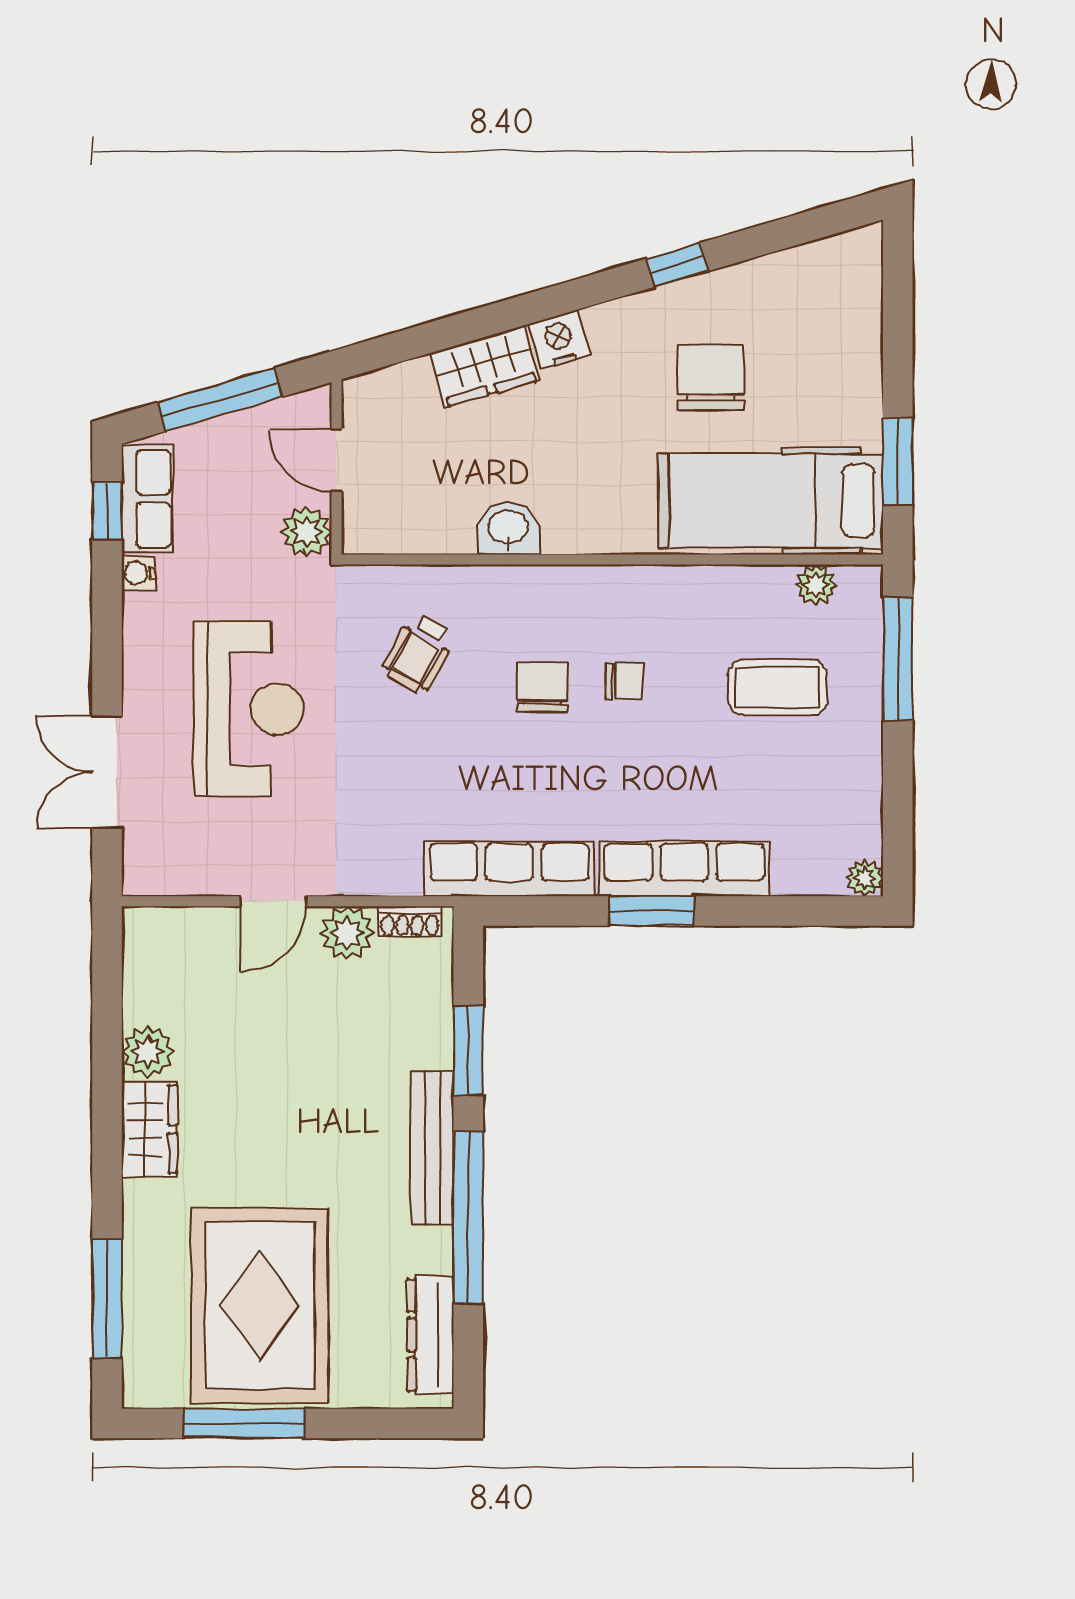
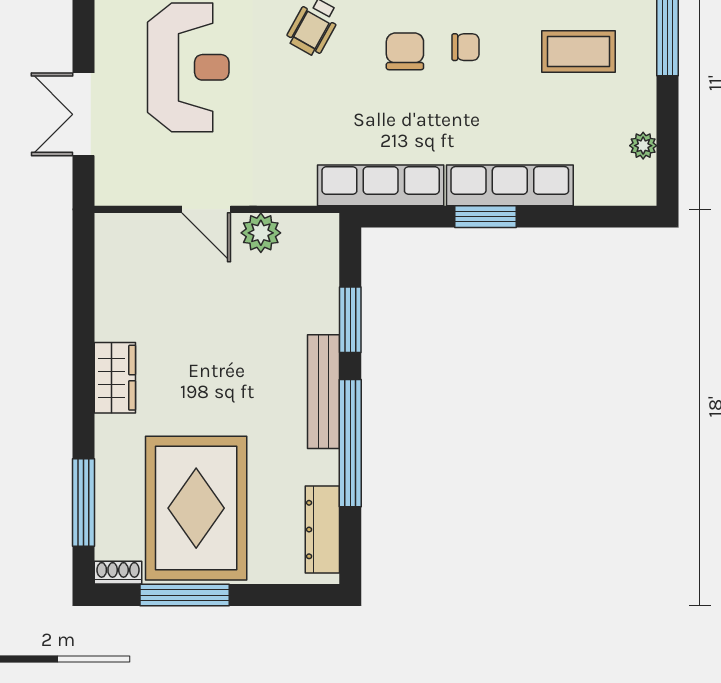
plant: (865, 878) -> (643, 146), moved
door: (273, 901) -> (206, 209), hinge flipped
shoe rack: (410, 922) -> (118, 573), moved, turned 180
plant: (148, 1051) -> (114, 320), removed

